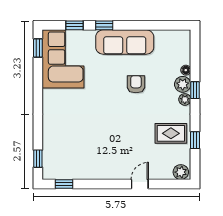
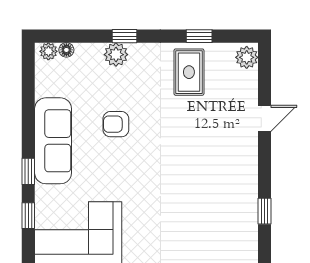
floor lamp: (186, 70) -> (66, 50), moved
plant: (185, 99) -> (48, 51), moved
window: (64, 184) -> (264, 211), moved
door: (140, 184) -> (264, 118), swing flipped

